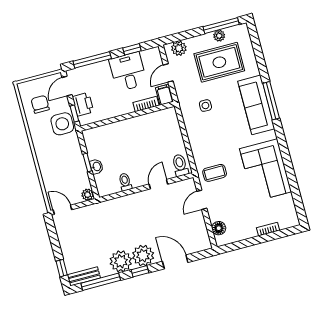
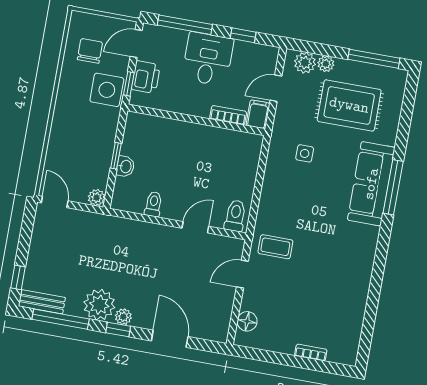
plant: (219, 36) -> (326, 64), moved
desk: (128, 72) -> (208, 59), moved
corner sofa: (266, 170) -> (343, 275), removed
plant: (143, 256) -> (123, 317), width x0.53, depth x0.53

